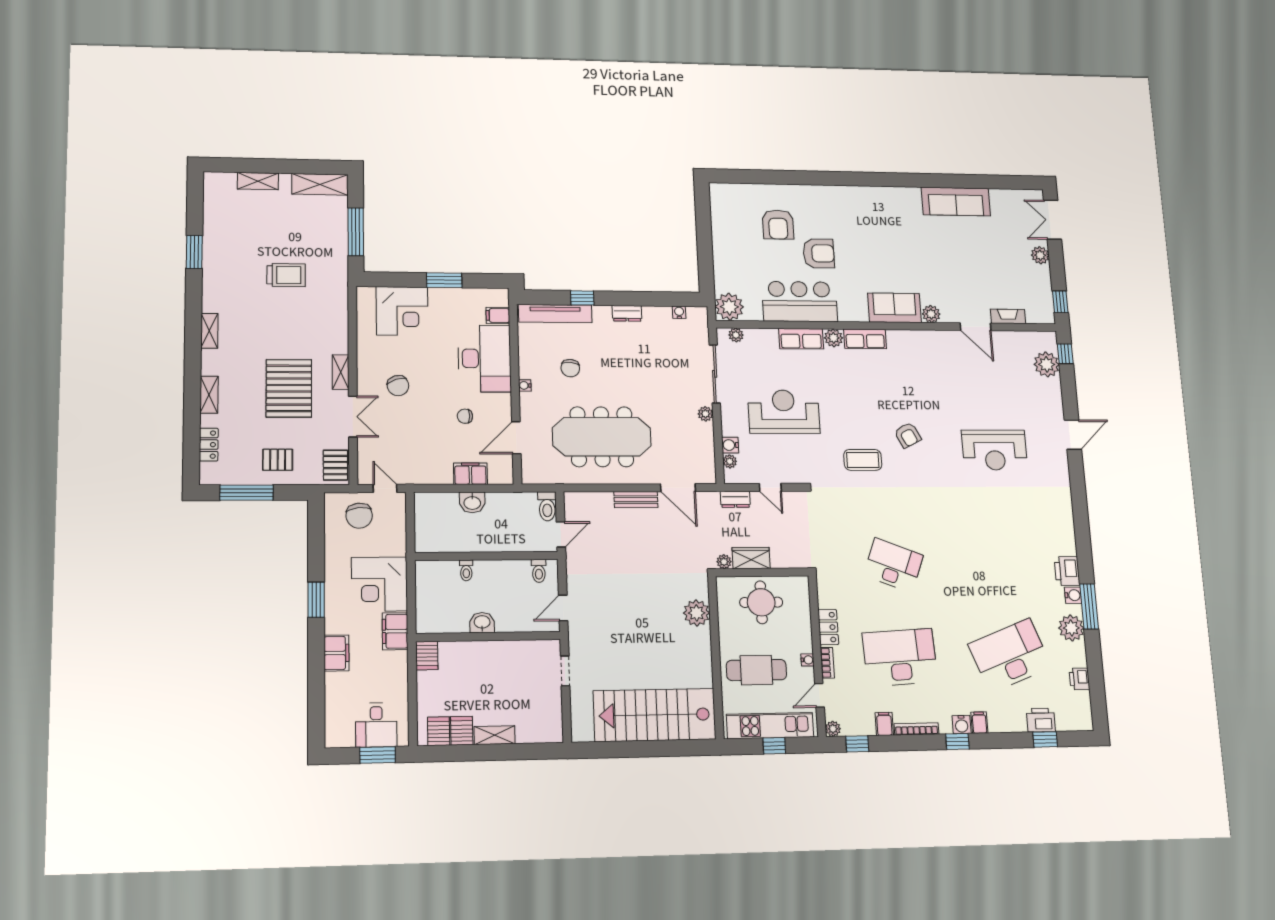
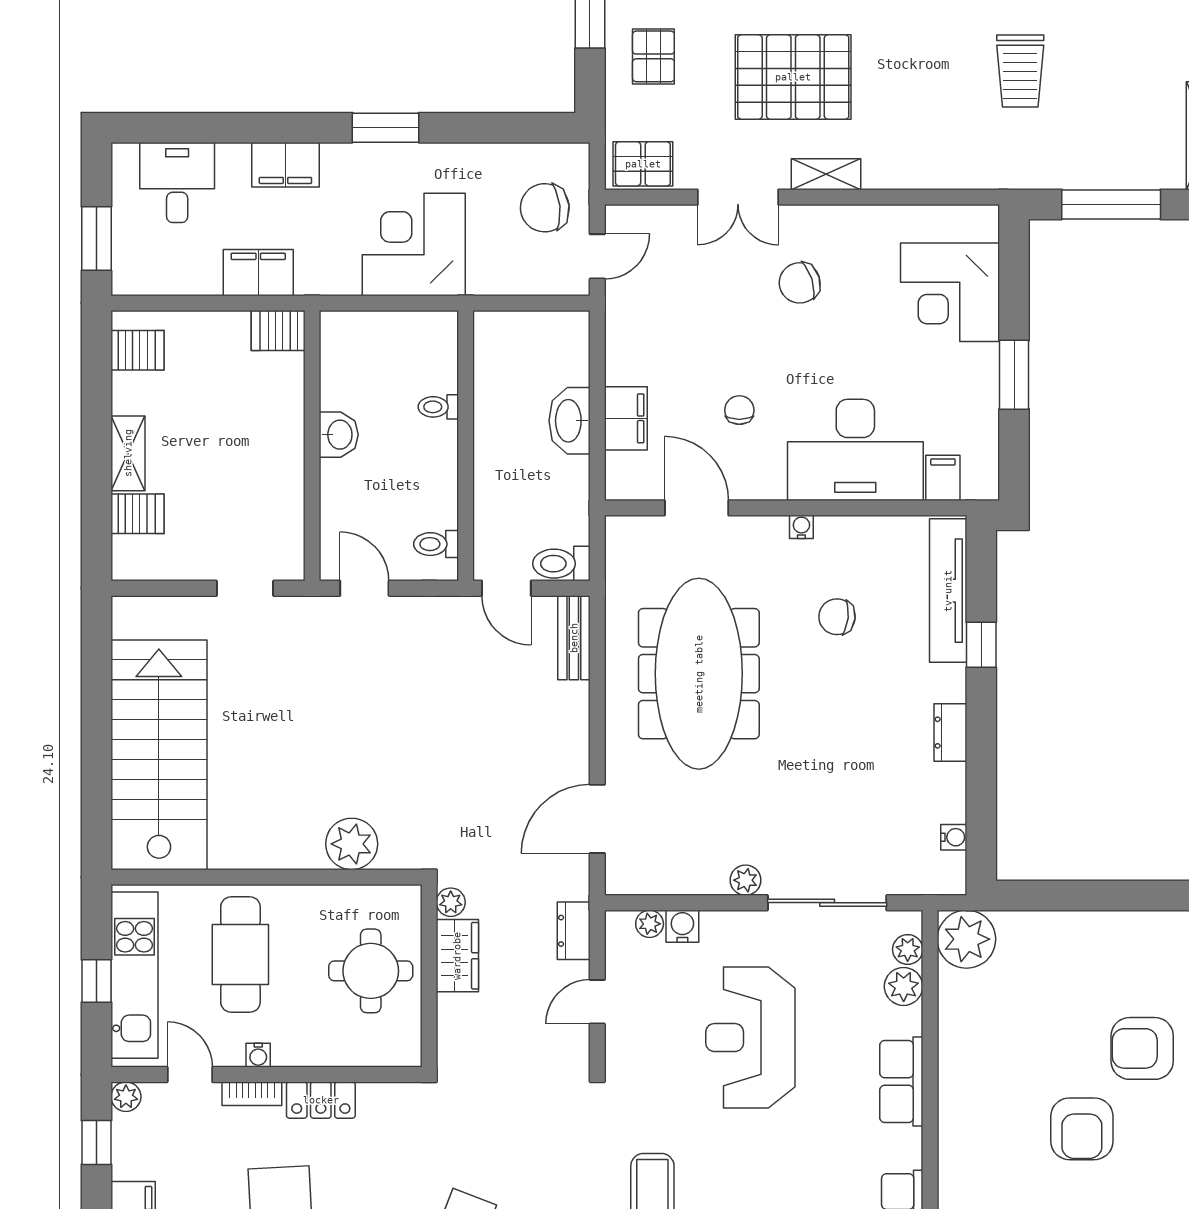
bar counter: (800, 301) -> (979, 1083), removed
plant: (834, 338) -> (904, 986), moved
reception desk: (784, 412) -> (750, 1038), turned 180
bench: (636, 500) -> (574, 638), moved
washbasin: (472, 502) -> (570, 421), width x1.38
filing cabinet: (395, 631) -> (258, 273), moved
desk: (376, 725) -> (177, 183), moved, turned 90
server rack: (462, 731) -> (137, 514), moved

